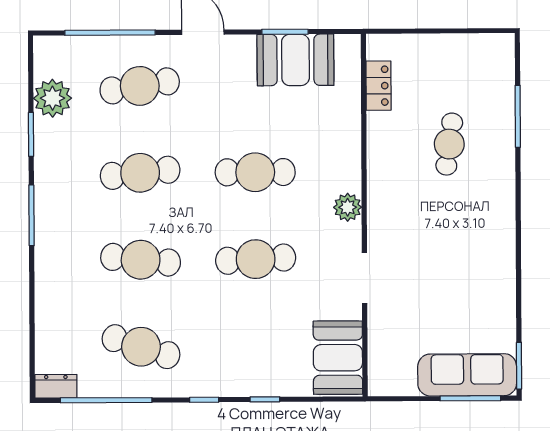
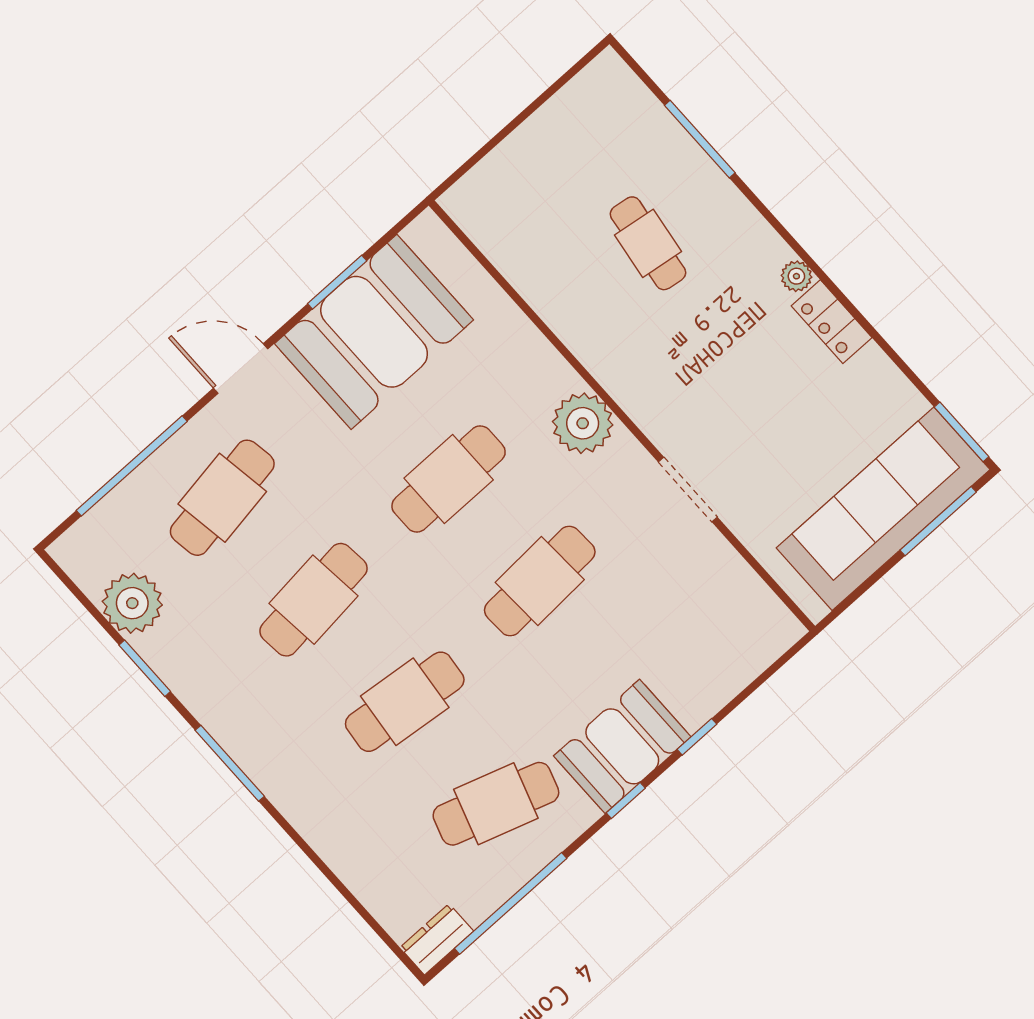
booth: (295, 60) -> (374, 332), width x1.36, depth x1.42
locker: (379, 86) -> (832, 322), moved, turned 180
plant: (348, 207) -> (583, 423), width x1.36, depth x1.36
plant: (506, 222) -> (796, 276), added
booth: (338, 358) -> (622, 746), moved, turned 90
sofa: (467, 375) -> (883, 509), width x1.36, depth x1.27

